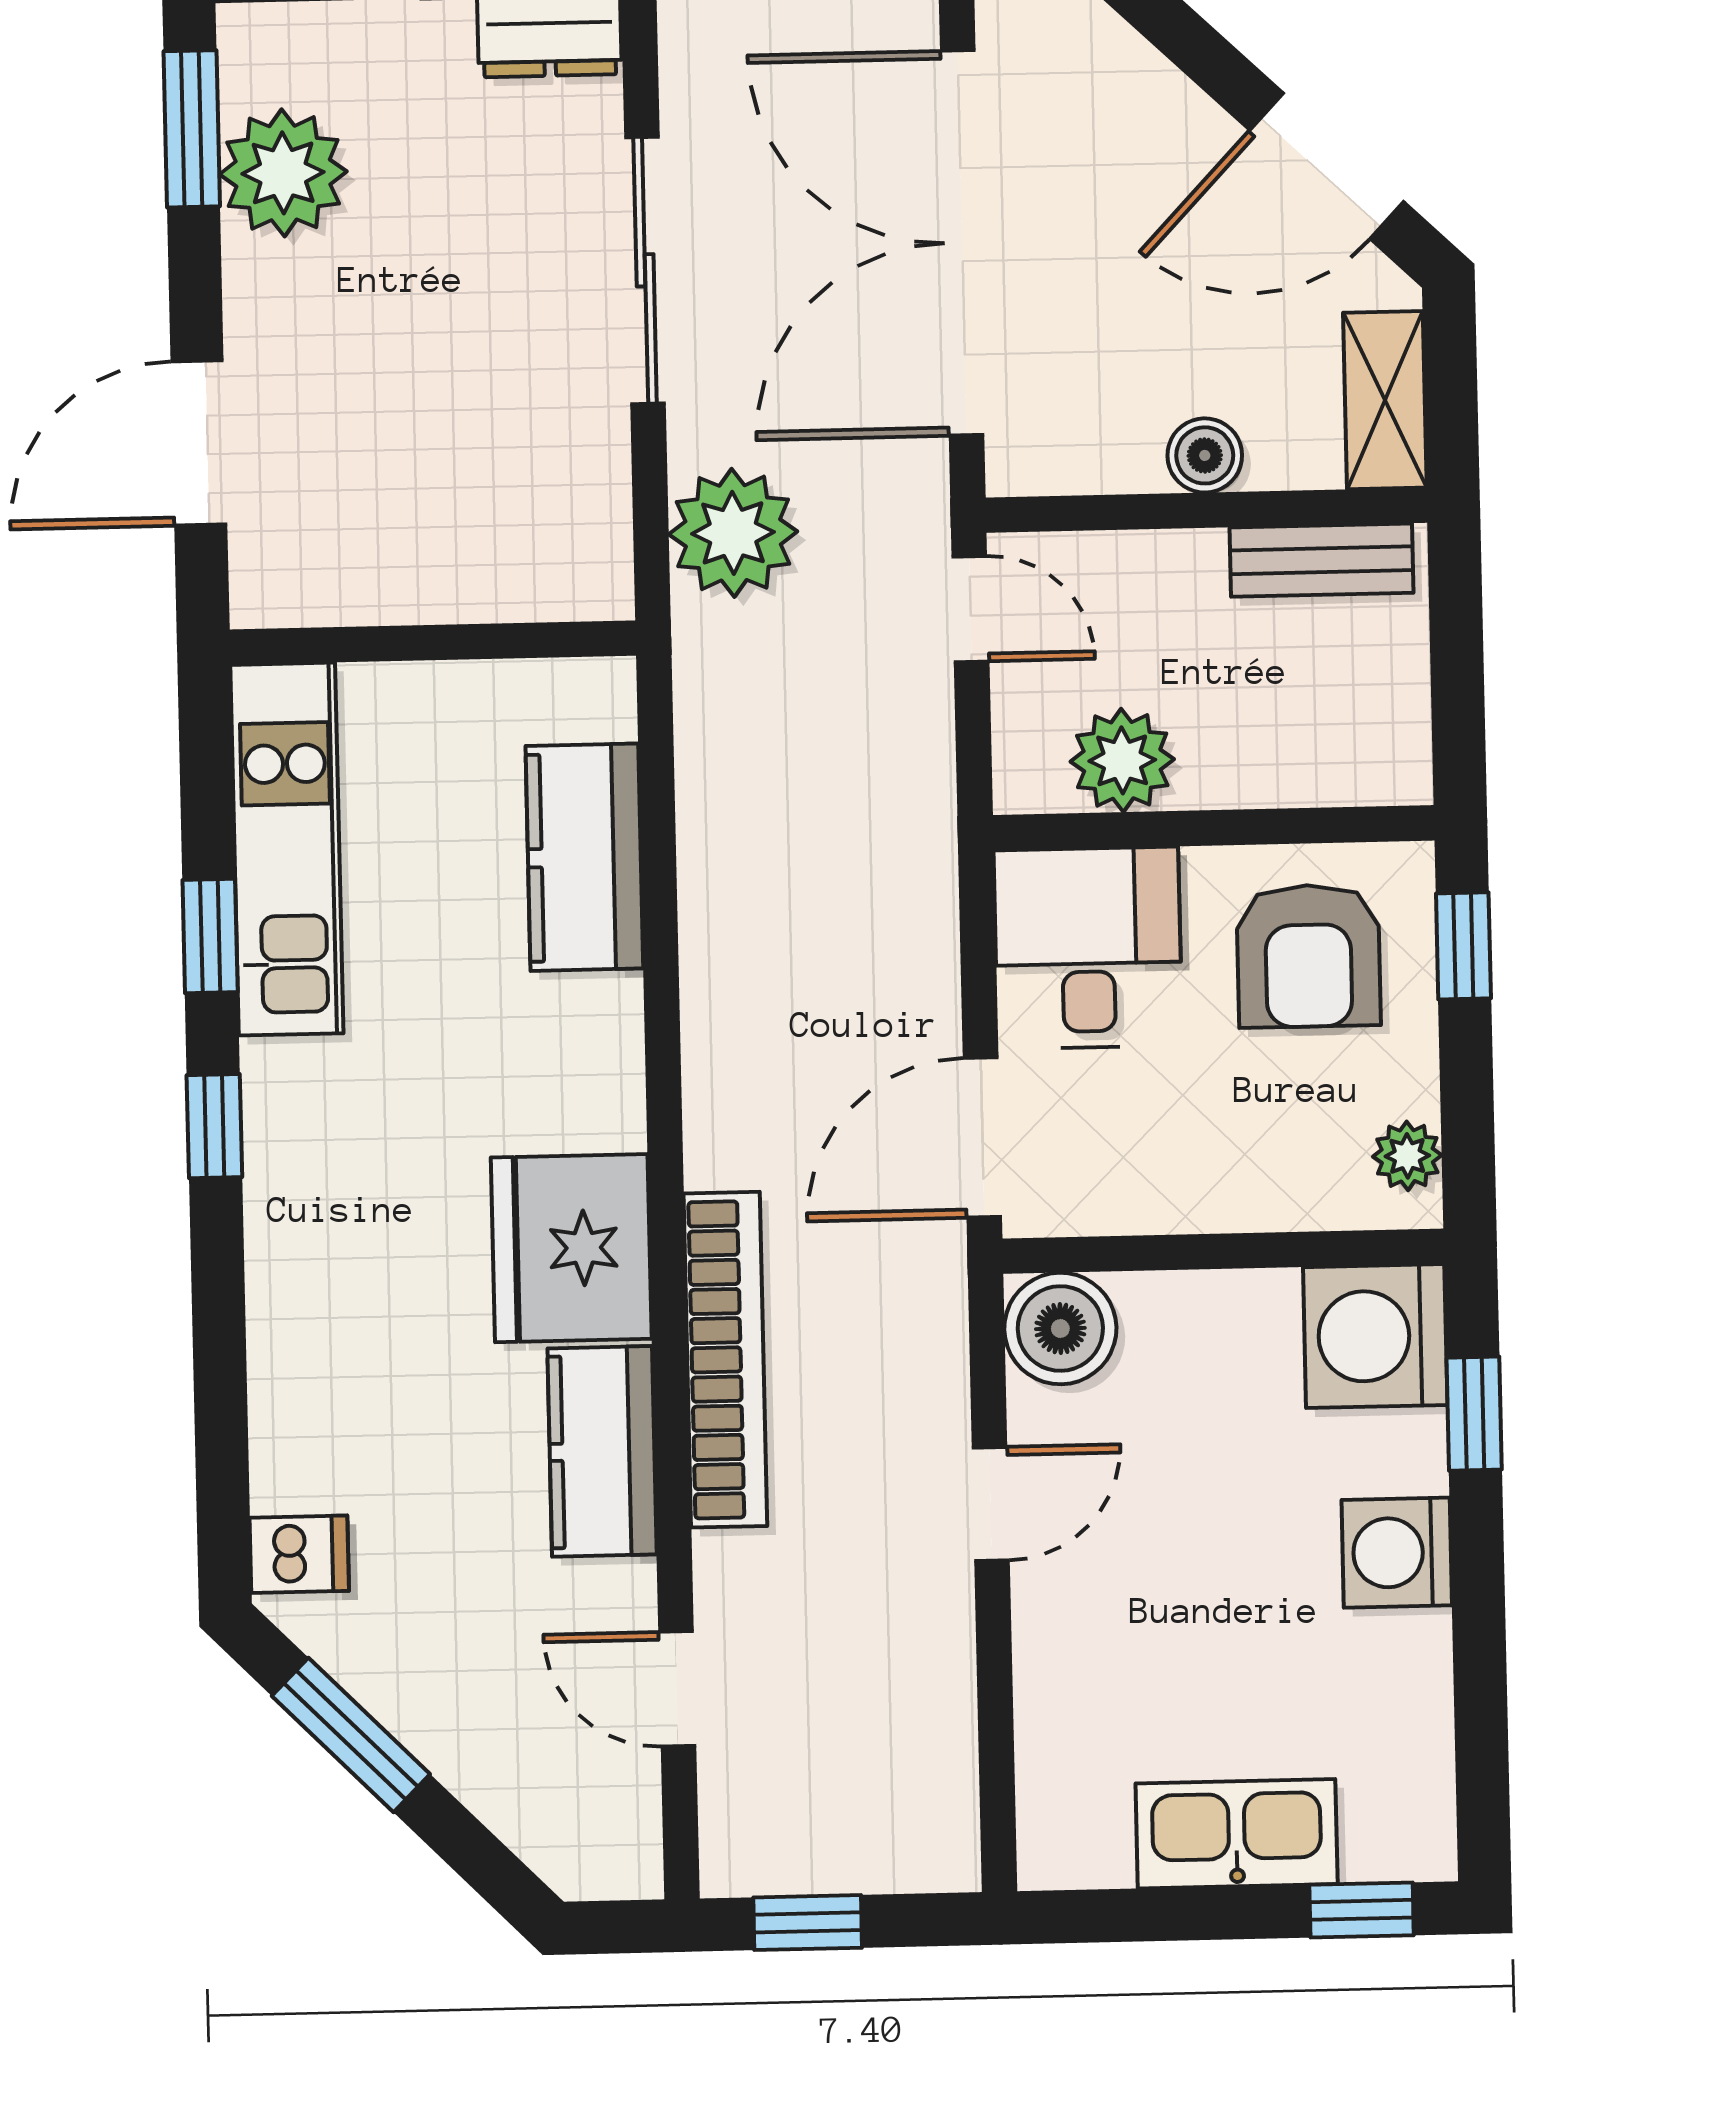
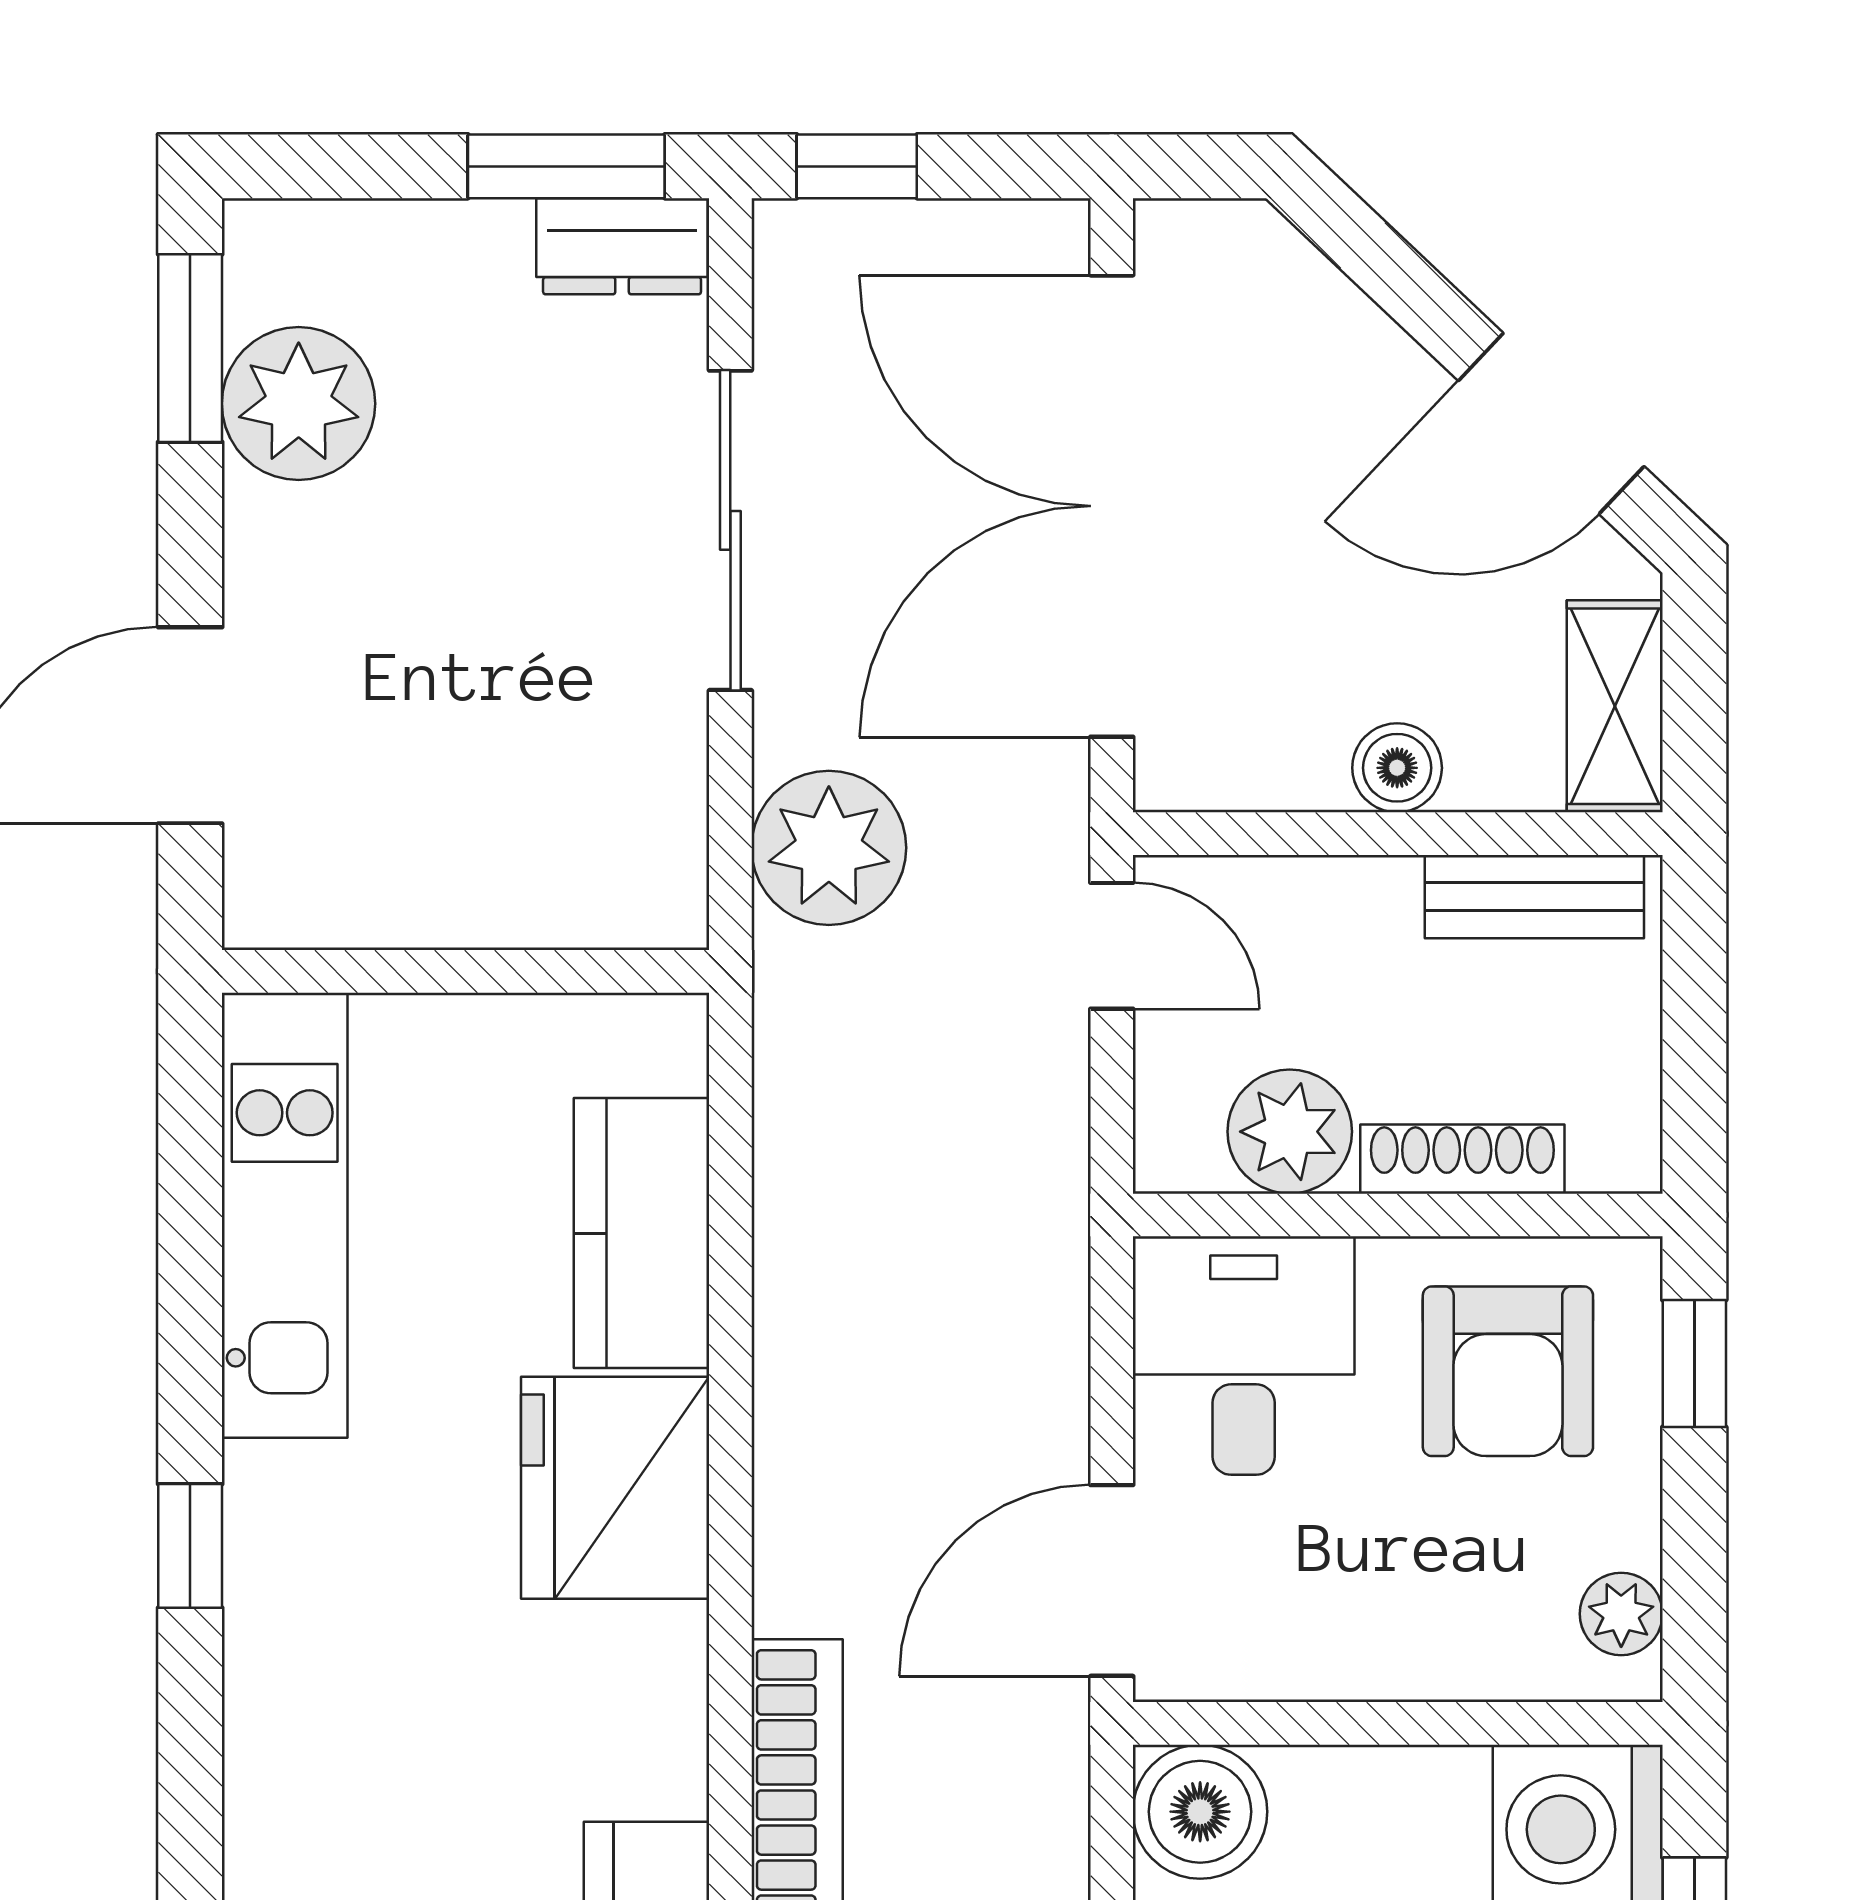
shoe rack: (1266, 780) -> (1462, 1159), added
window: (210, 936) -> (190, 1318), removed
fridge: (571, 1248) -> (615, 1488), moved

